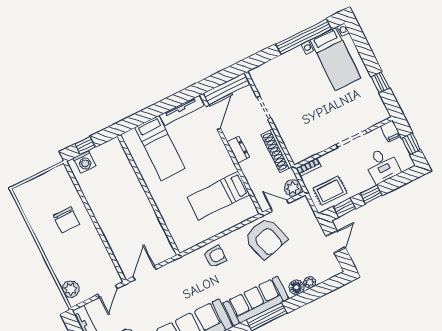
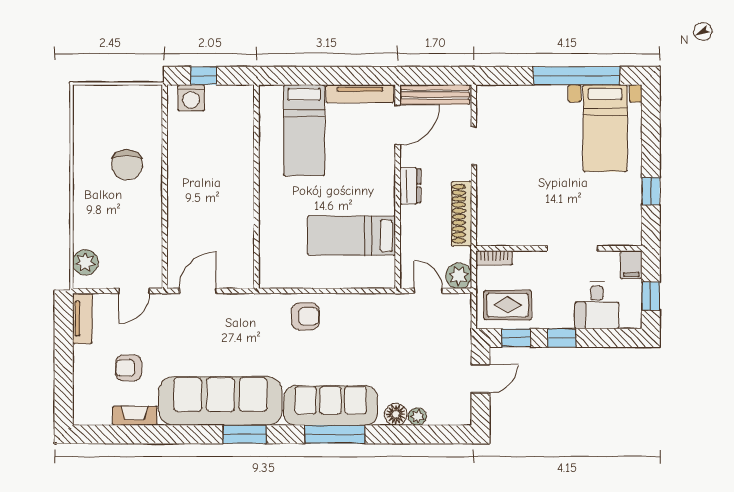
armchair: (266, 238) -> (387, 326), removed

